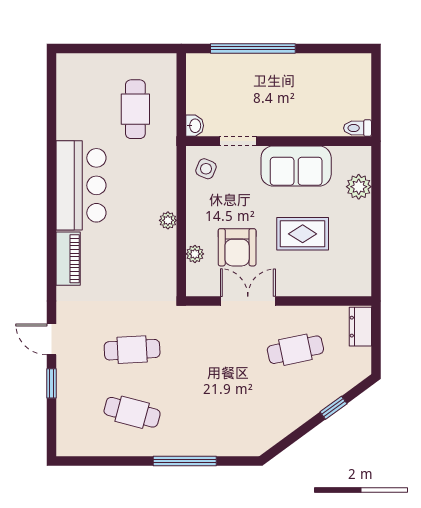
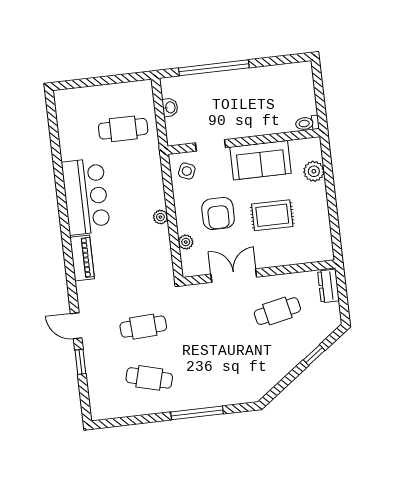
cafe table: (135, 109) -> (123, 129), turned 90
washbasin: (195, 126) -> (170, 107), moved
armchair: (237, 247) -> (218, 214), moved

